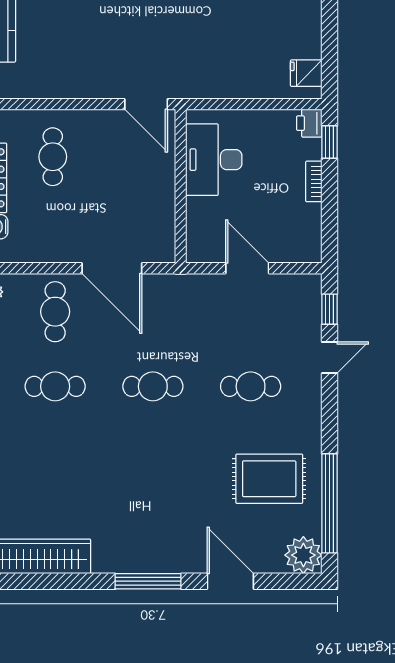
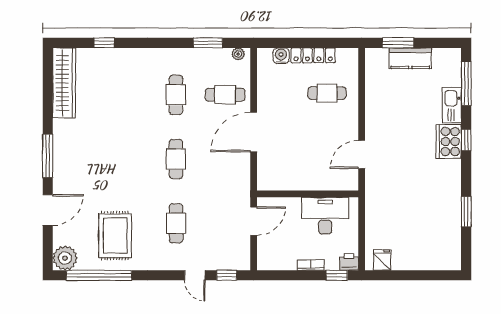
desk: (214, 160) -> (325, 216), moved
wall: (181, 186) -> (308, 194), moved

